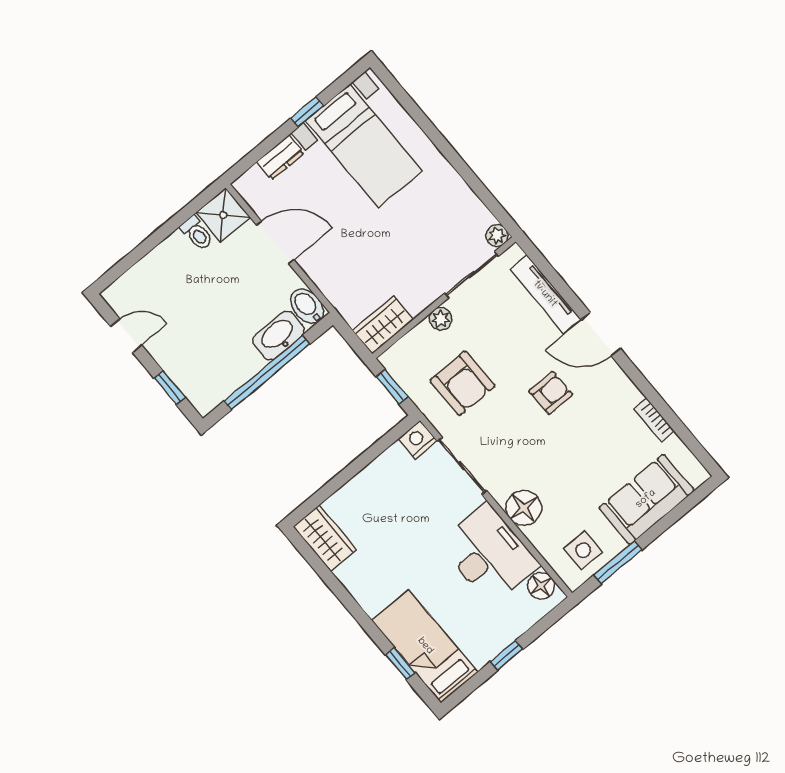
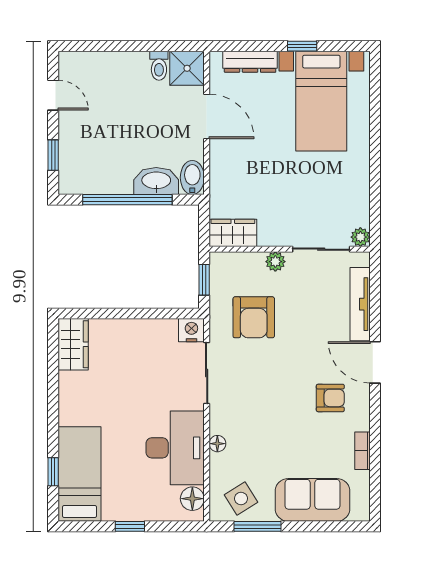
dresser: (280, 157) -> (250, 62), width x1.44
armchair: (551, 393) -> (330, 398), moved
floor lamp: (524, 508) -> (217, 444), width x0.53, depth x0.53
side table: (583, 550) -> (241, 499), turned -32

